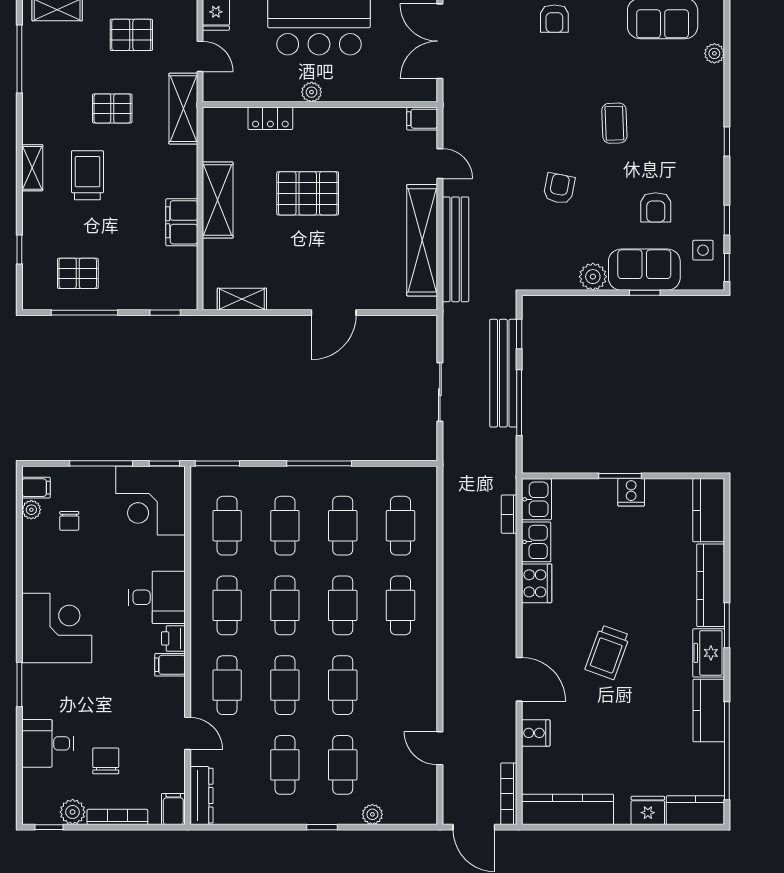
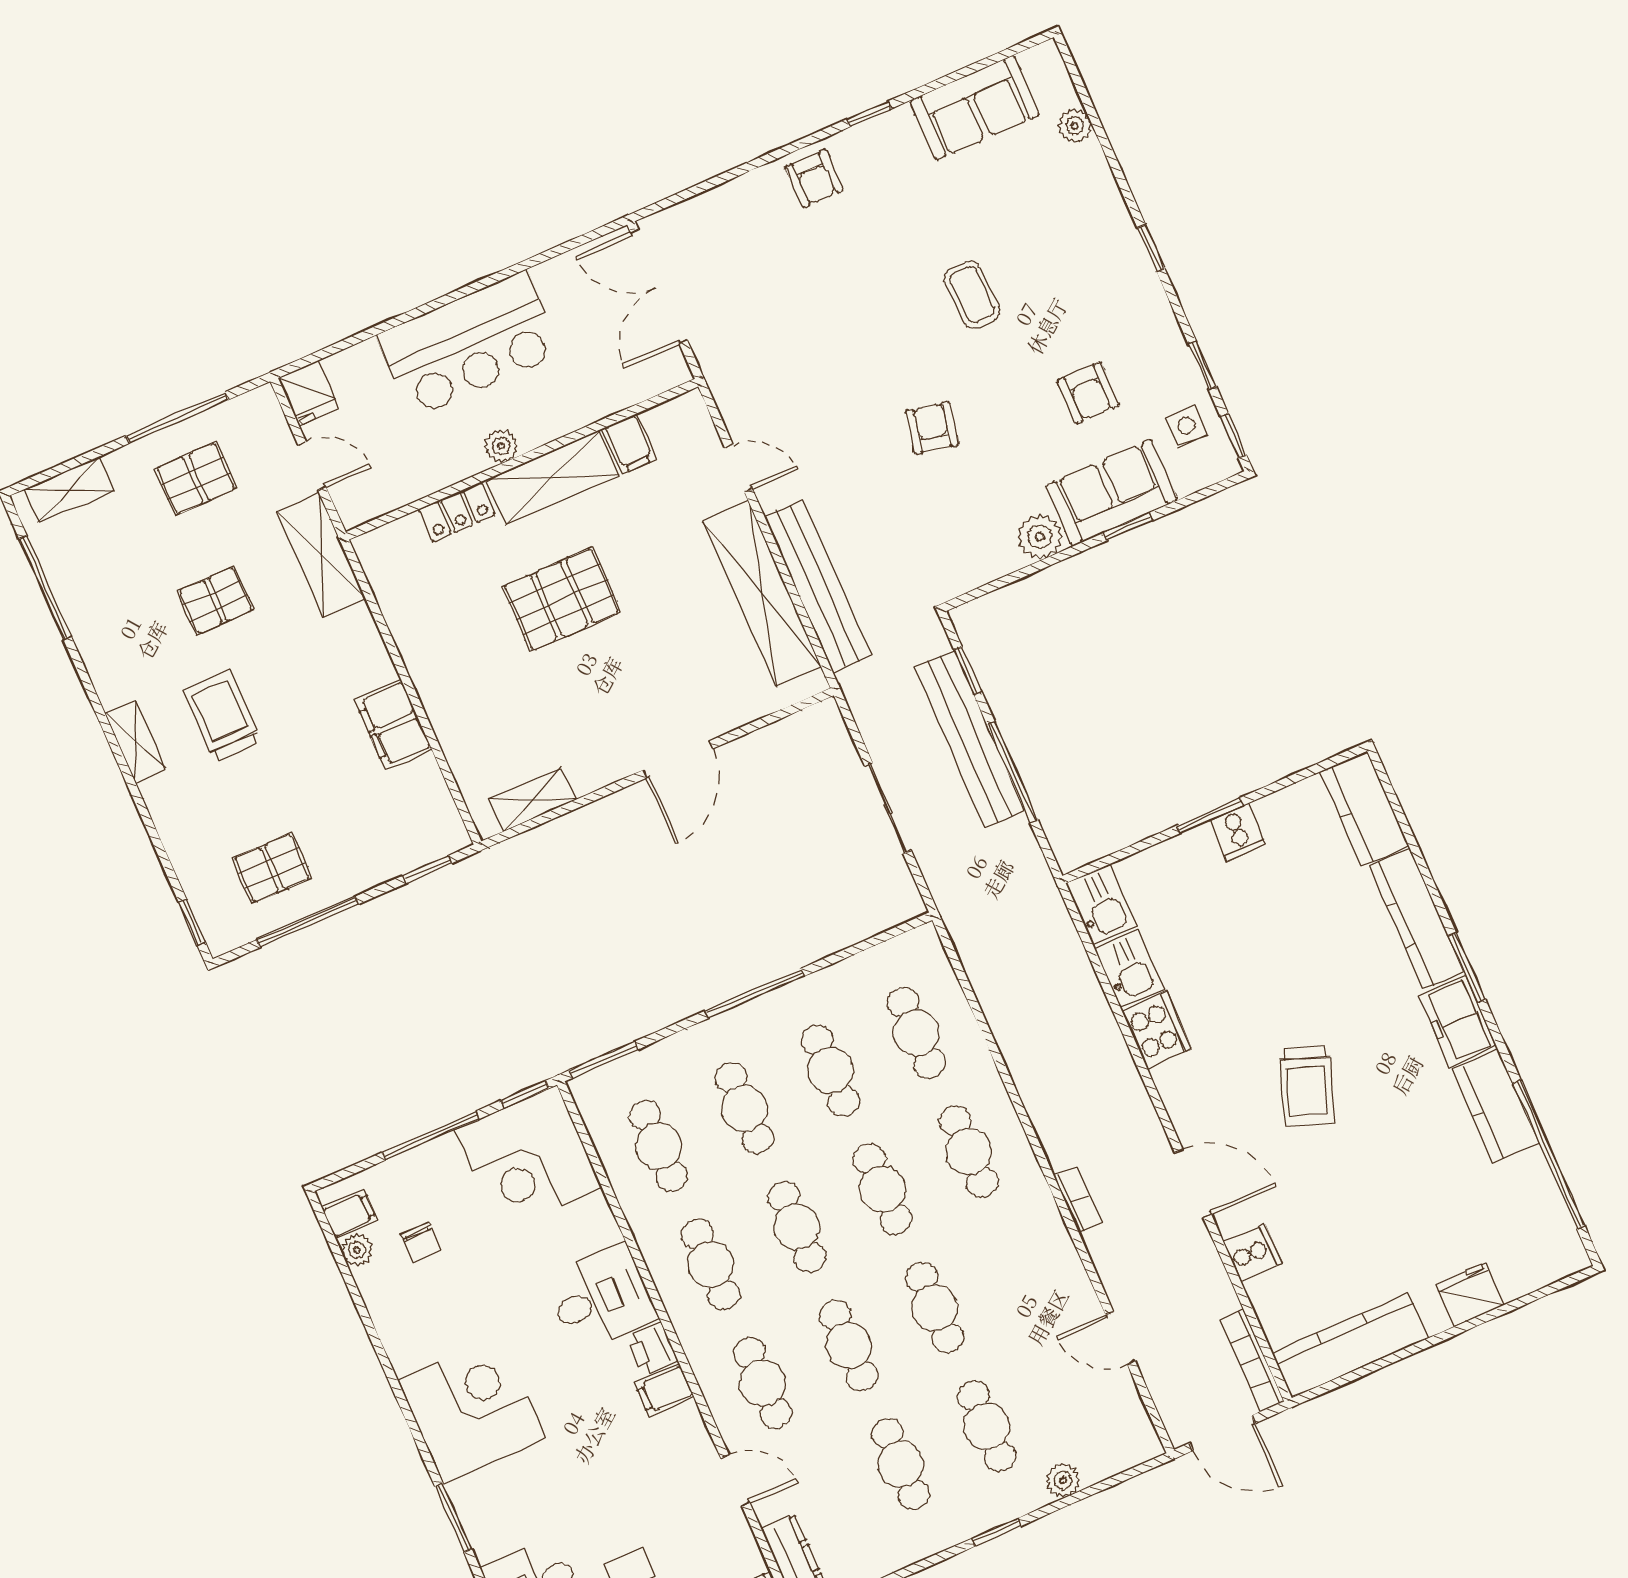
filing cabinet: (422, 119) -> (629, 444), moved, turned -90
shelving: (218, 200) -> (552, 477), moved, turned 90
window: (19, 249) -> (192, 922), moved
bookcase: (509, 514) -> (1078, 1199), moved, turned 180
kitchen counter: (695, 810) -> (1541, 1263), removed

